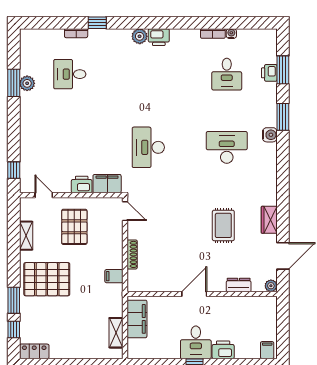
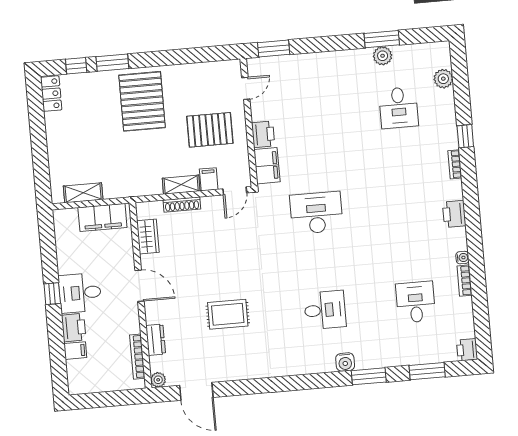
bookcase: (76, 33) -> (455, 164), moved
water cooler: (231, 34) -> (462, 258), moved
plant: (140, 36) -> (443, 79), moved
printer: (269, 73) -> (467, 350), moved, turned -90
desk: (70, 74) -> (399, 108), turned 180
desk: (227, 74) -> (416, 302), turned 90
desk: (227, 147) -> (325, 310), width x0.73
window: (14, 170) -> (274, 49), width x1.50
wardrobe: (269, 220) -> (148, 236), moved, turned 90
shelving: (26, 236) -> (181, 185), moved
filing cabinet: (114, 276) -> (209, 179), moved
bookcase: (251, 301) -> (137, 357), added
filing cabinet: (267, 350) -> (75, 351), moved

